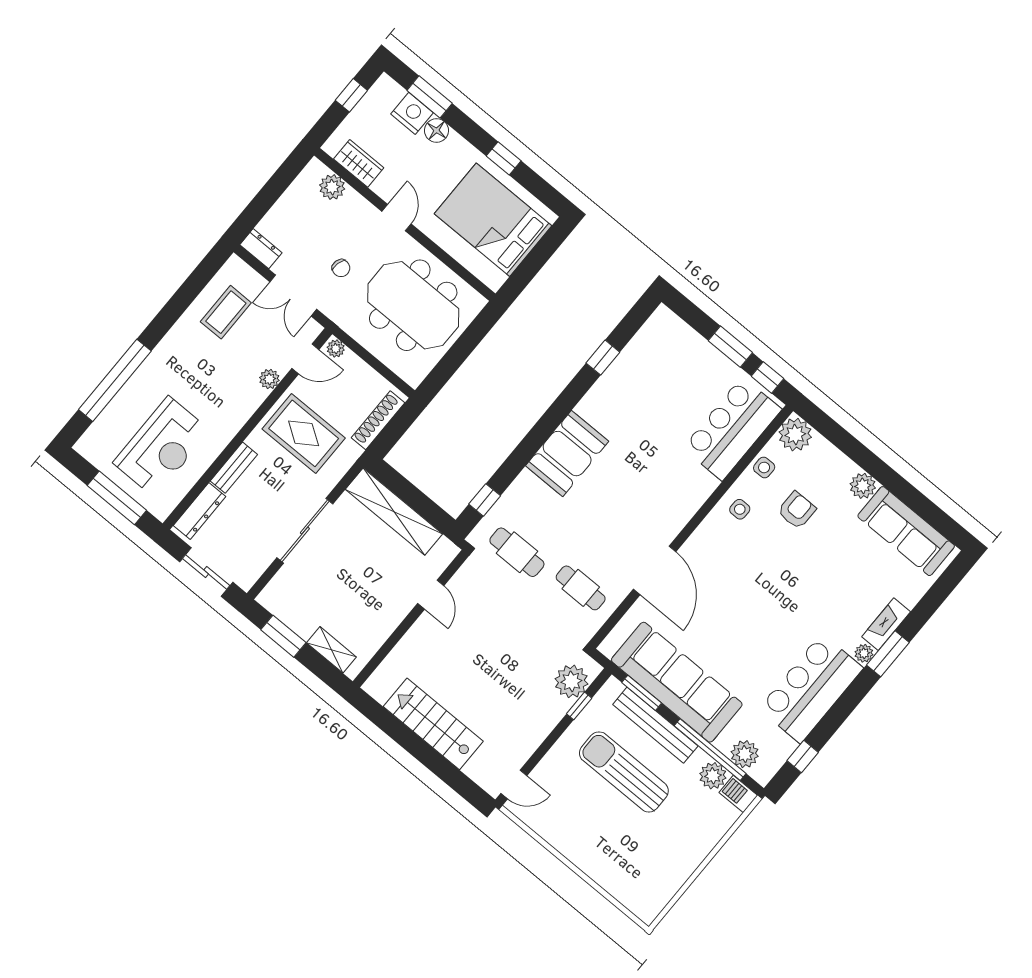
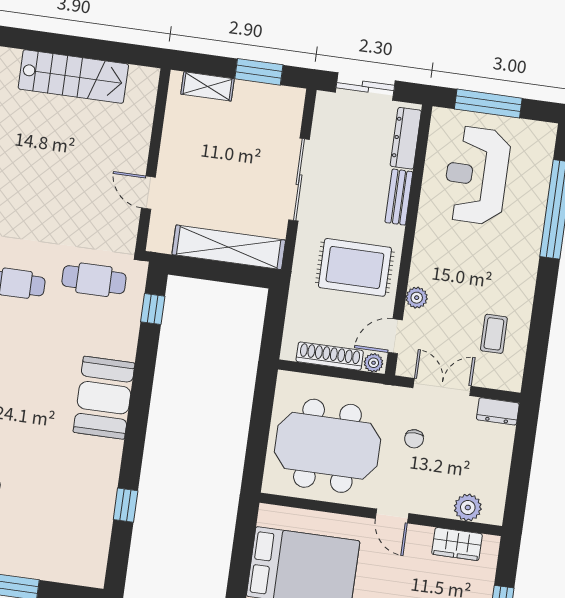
chair: (341, 268) -> (414, 439), turned -104
coffee table: (226, 312) -> (494, 334), width x0.73, depth x0.77
shoe rack: (378, 420) -> (330, 356), moved, turned -90

